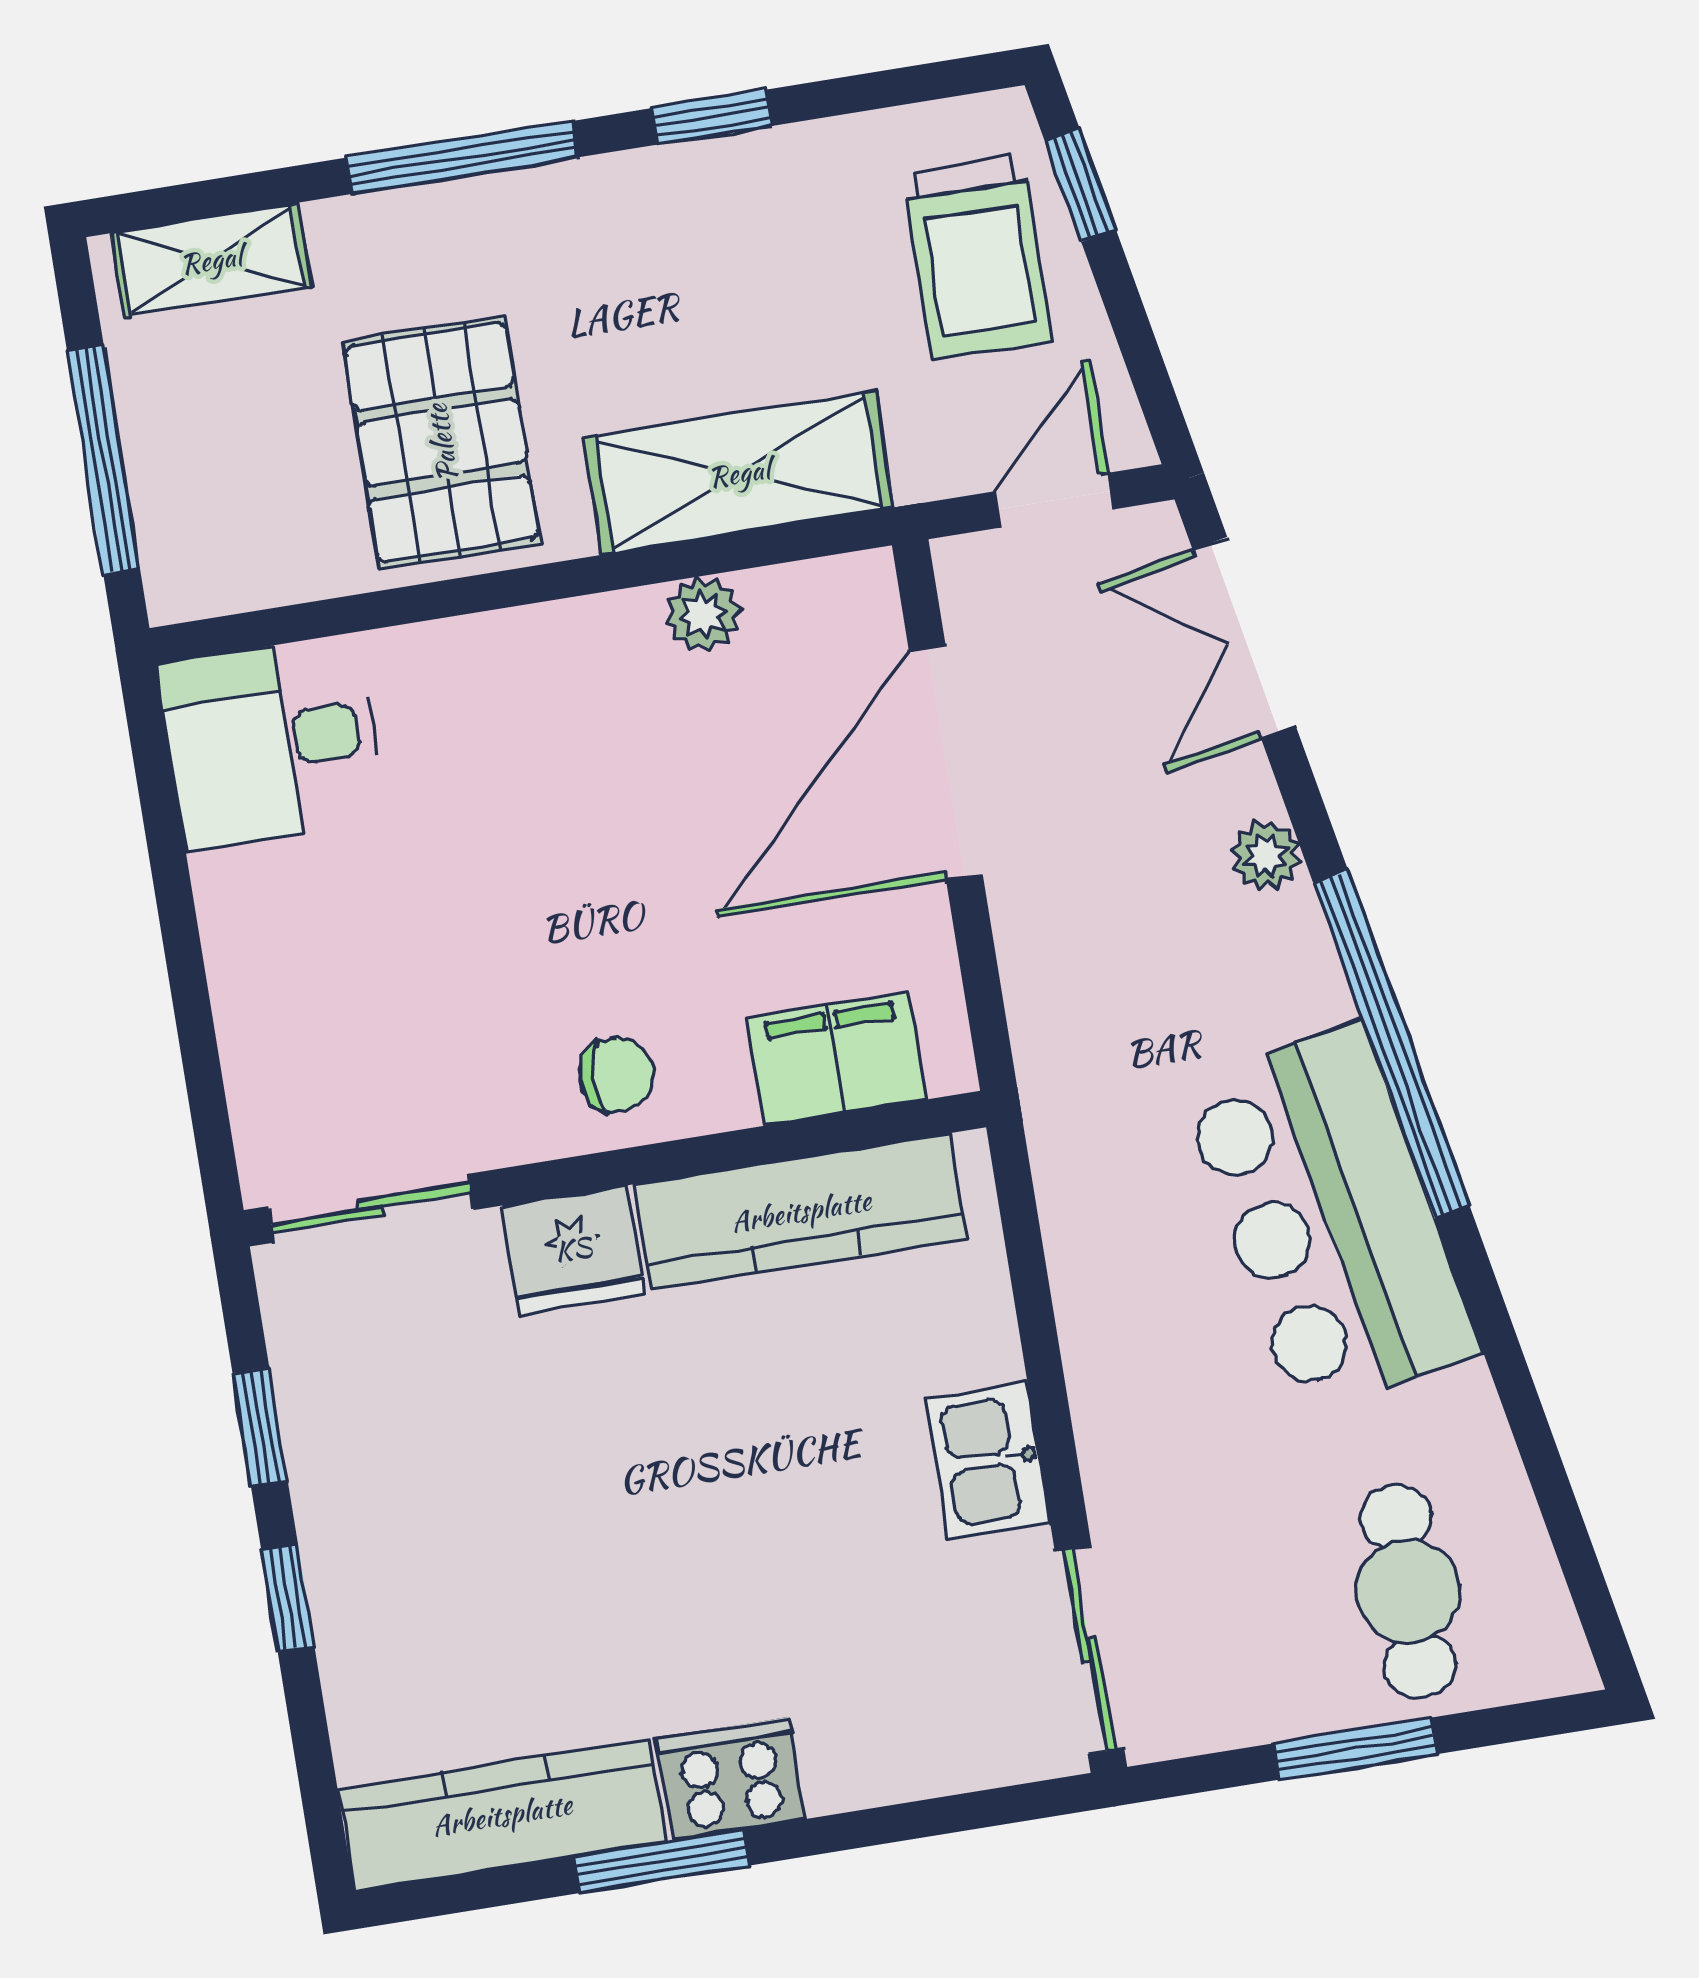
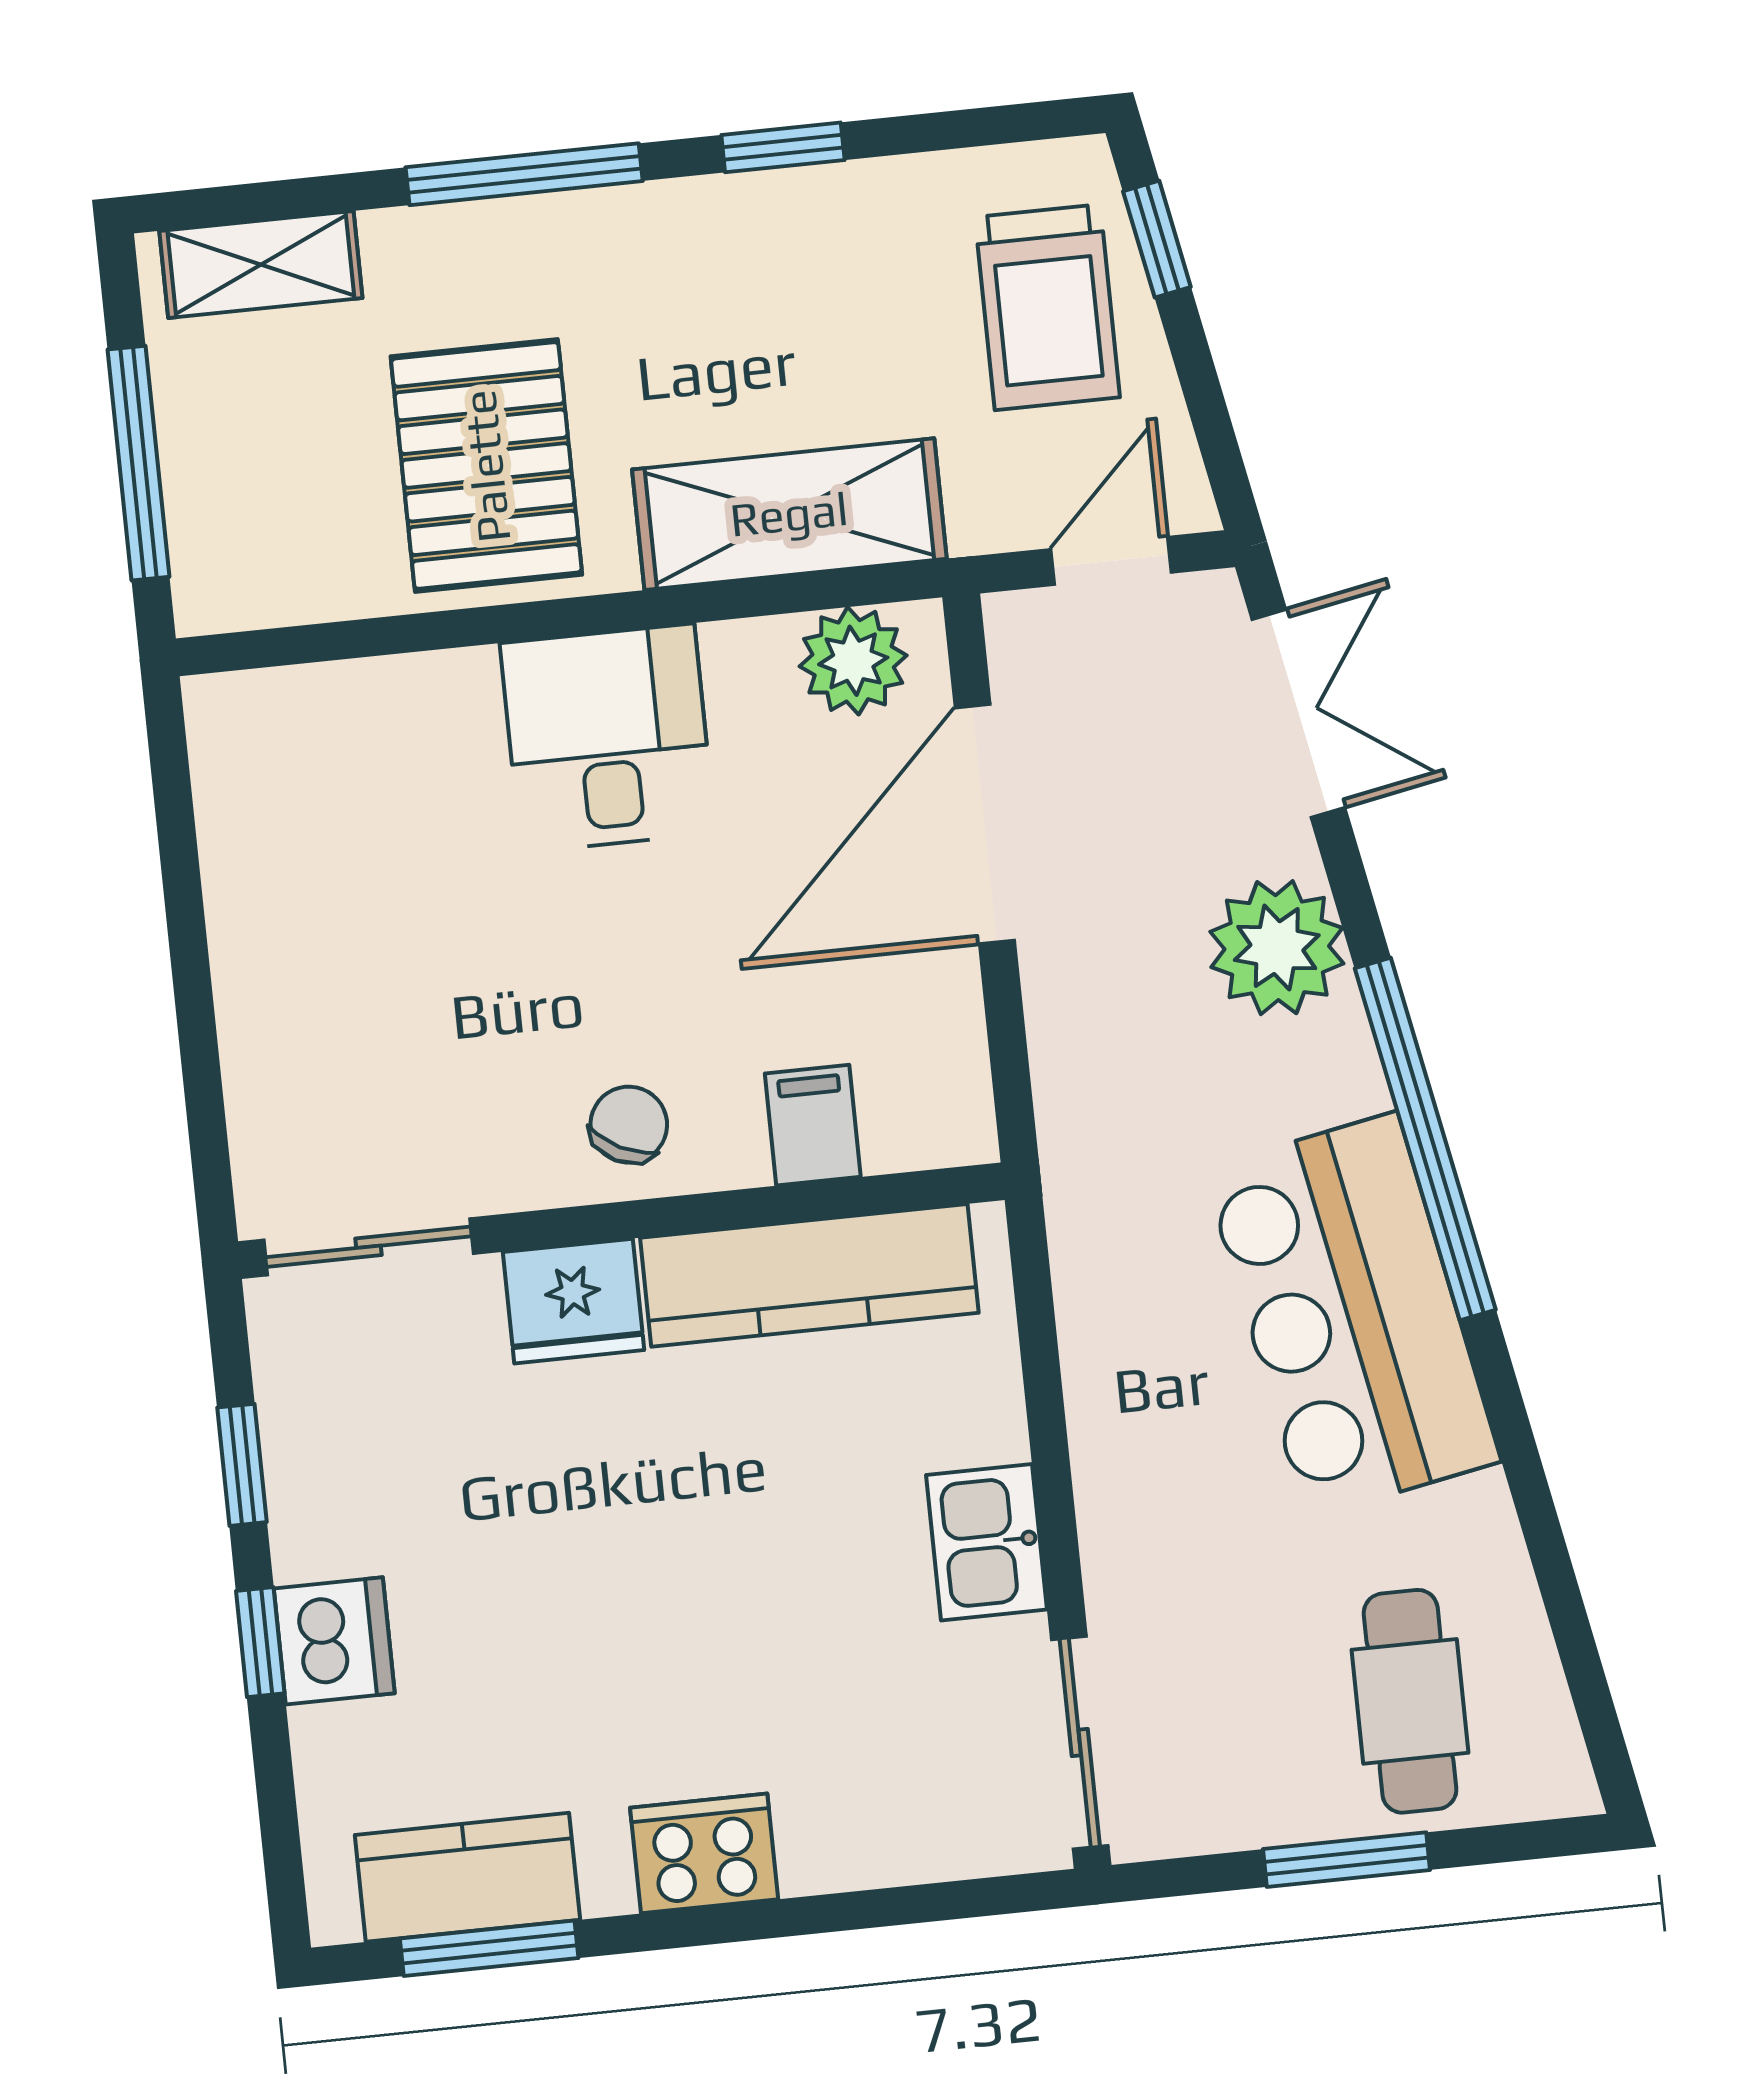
plant: (703, 614) -> (853, 661), moved, width x1.38, depth x1.38
double door: (1244, 638) -> (1298, 713), swing flipped
desk: (272, 742) -> (608, 738), moved, turned 90
plant: (1266, 856) -> (1277, 948), width x1.88, depth x1.88
filing cabinet: (836, 1059) -> (813, 1125), width x0.50
chair: (617, 1075) -> (629, 1125), turned -63
dishwasher: (360, 1593) -> (334, 1641), added
kitchen counter: (502, 1815) -> (467, 1877), width x0.67
window: (662, 1861) -> (489, 1948), moved

